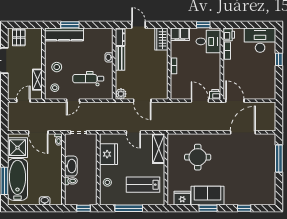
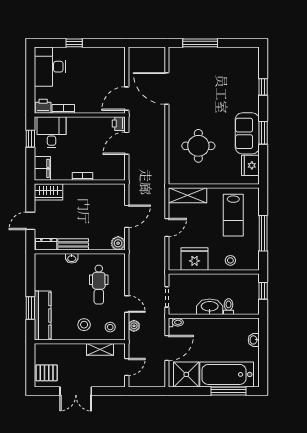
door: (23, 101) -> (127, 367), swing flipped
plant: (56, 106) -> (134, 326), added

